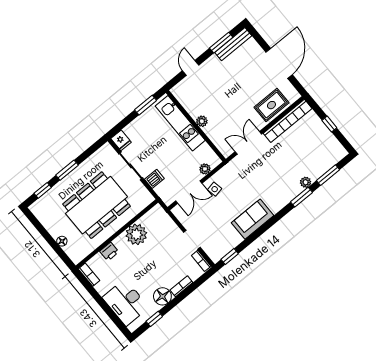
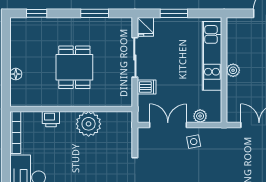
window: (146, 105) -> (174, 13), moved
window: (67, 170) -> (95, 13), moved
double door: (189, 192) -> (168, 125), swing flipped
dining table: (97, 205) -> (74, 67), width x0.53, depth x0.80
bookcase: (89, 275) -> (15, 133), width x1.56

